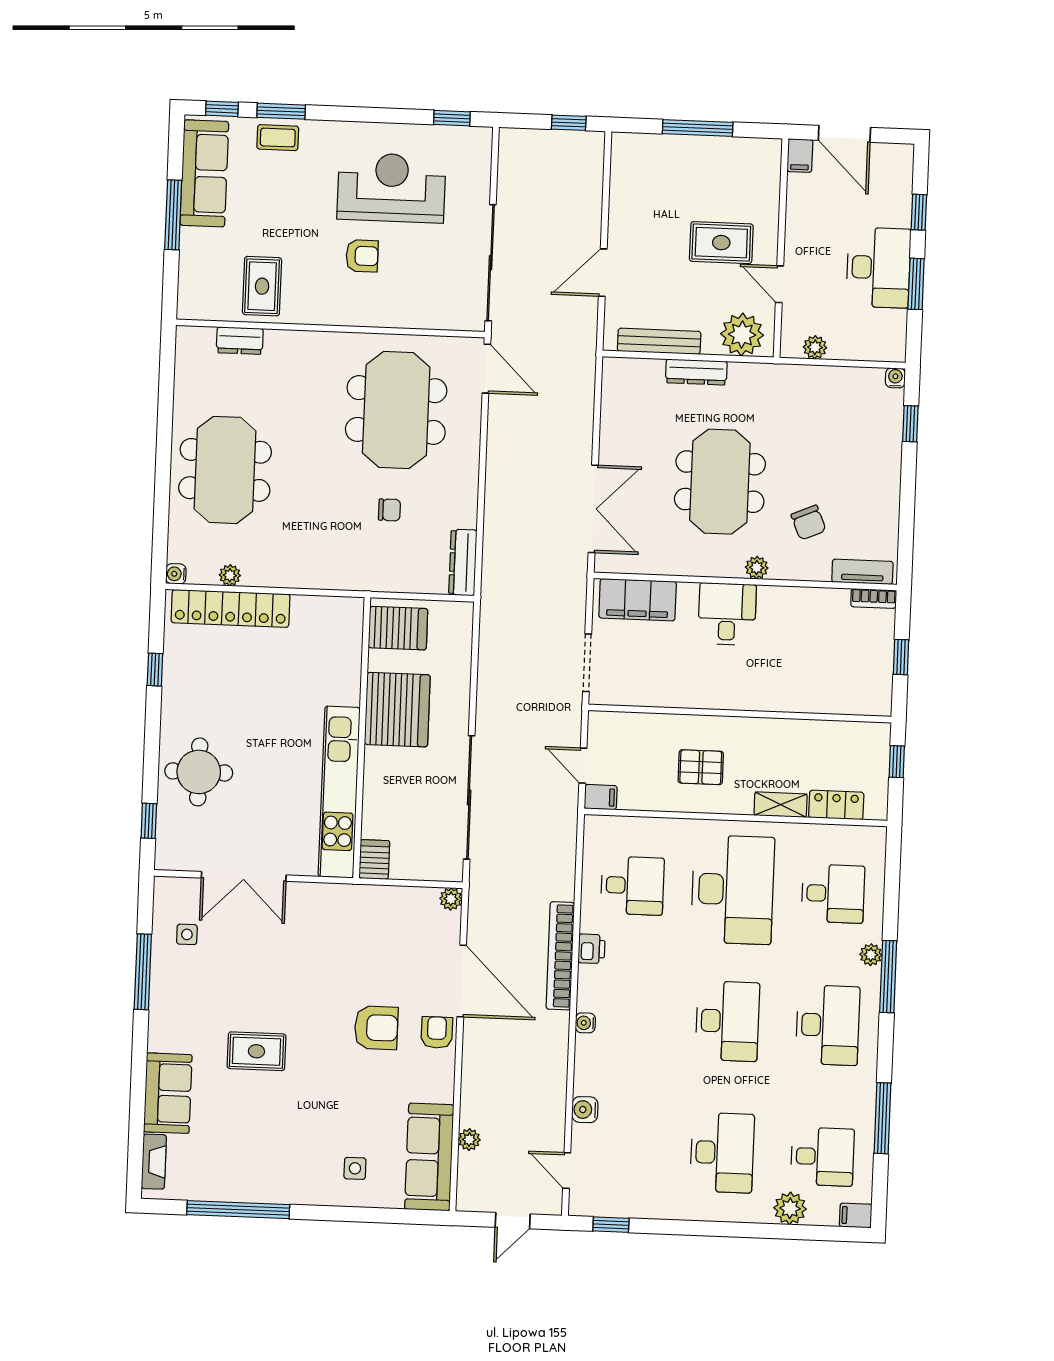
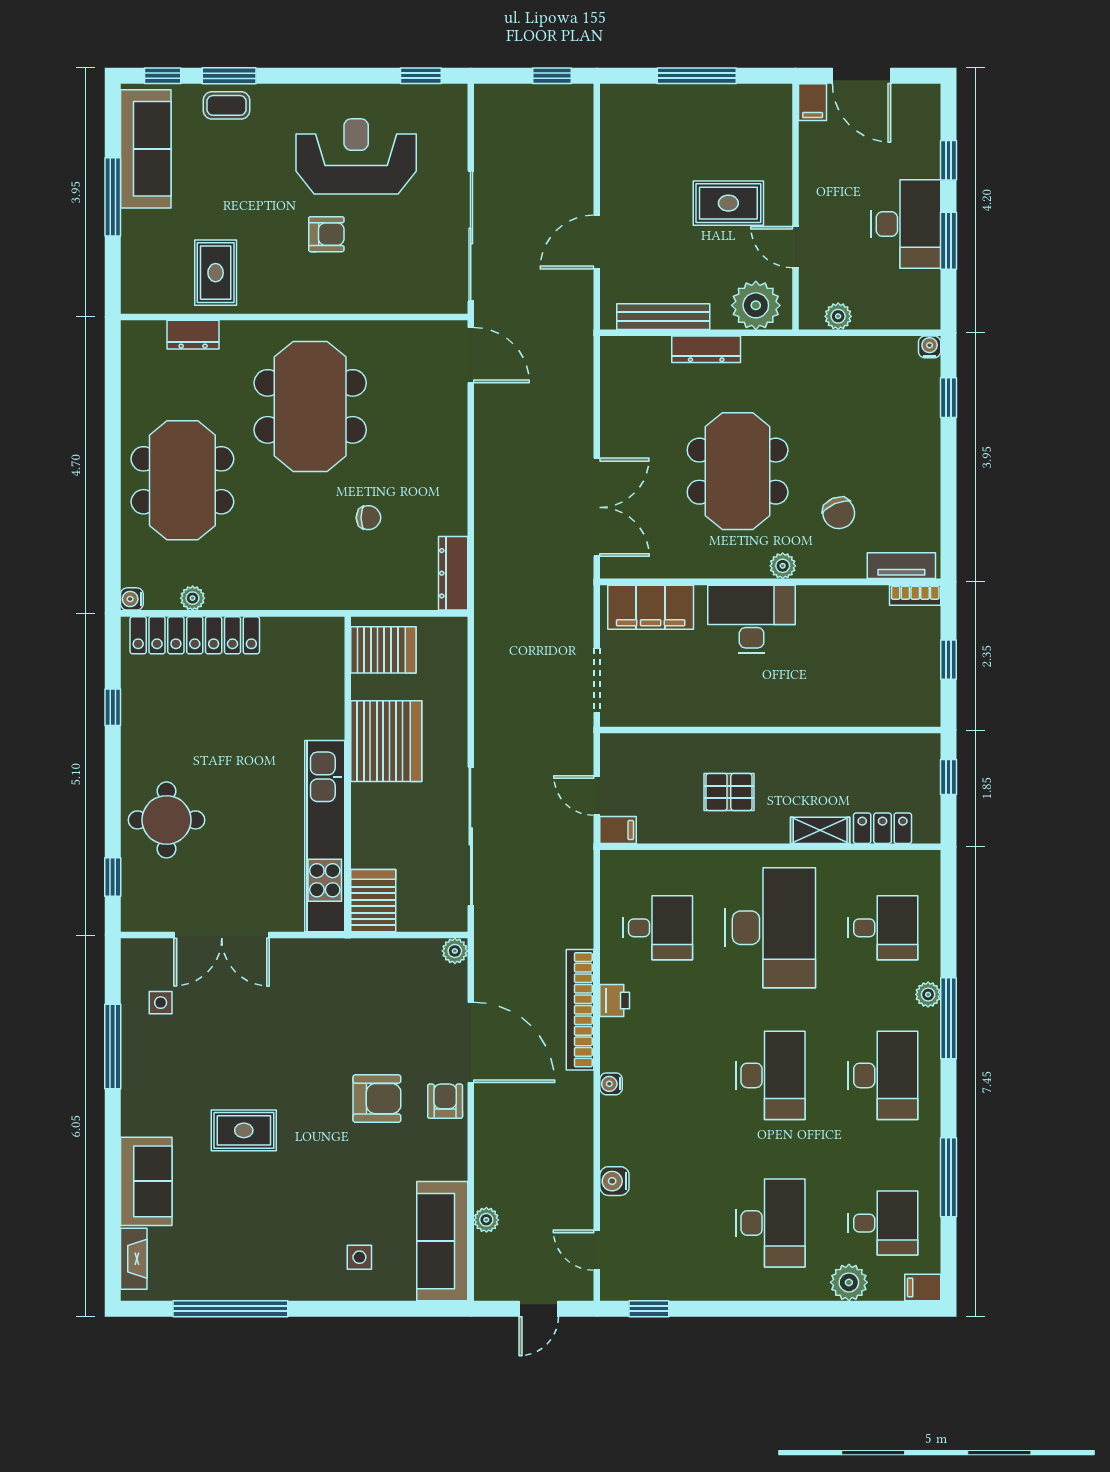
meeting table: (396, 410) -> (310, 406), moved
desk: (727, 614) -> (752, 619), width x1.37
server rack: (374, 859) -> (373, 901), width x1.36, depth x1.44

